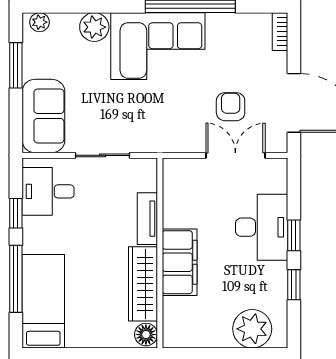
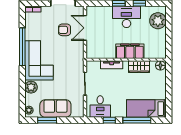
sofa: (43, 116) -> (55, 109), moved
desk: (262, 227) -> (126, 17), moved
wardrobe: (143, 284) -> (139, 67), width x0.67

